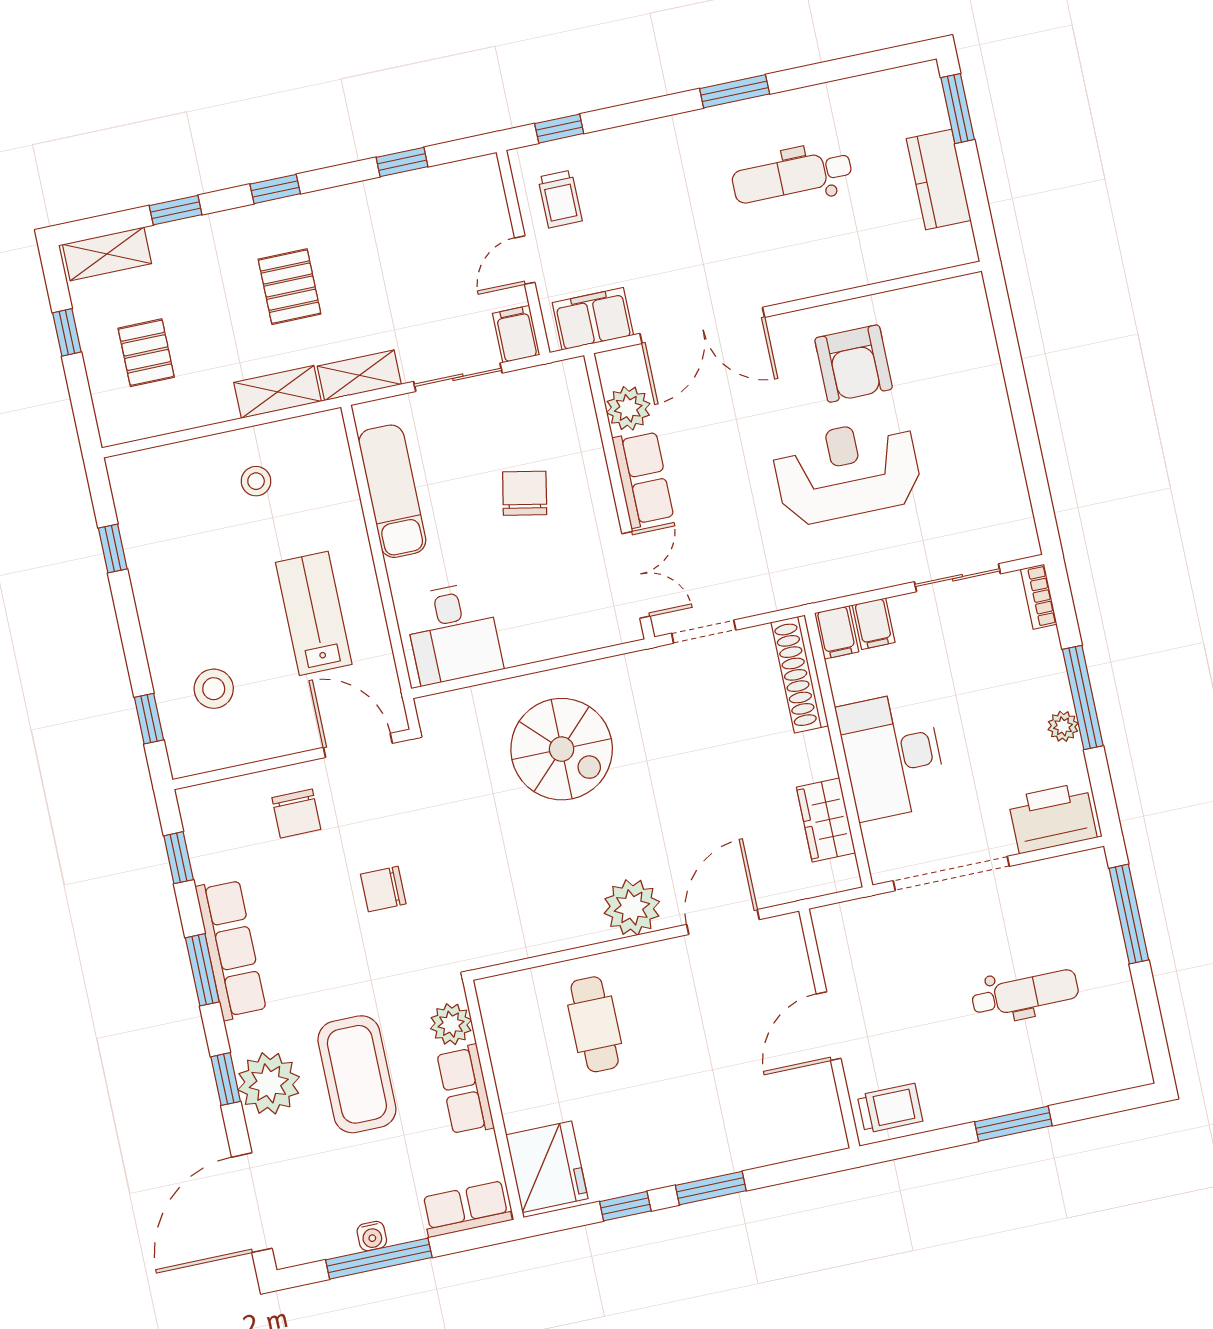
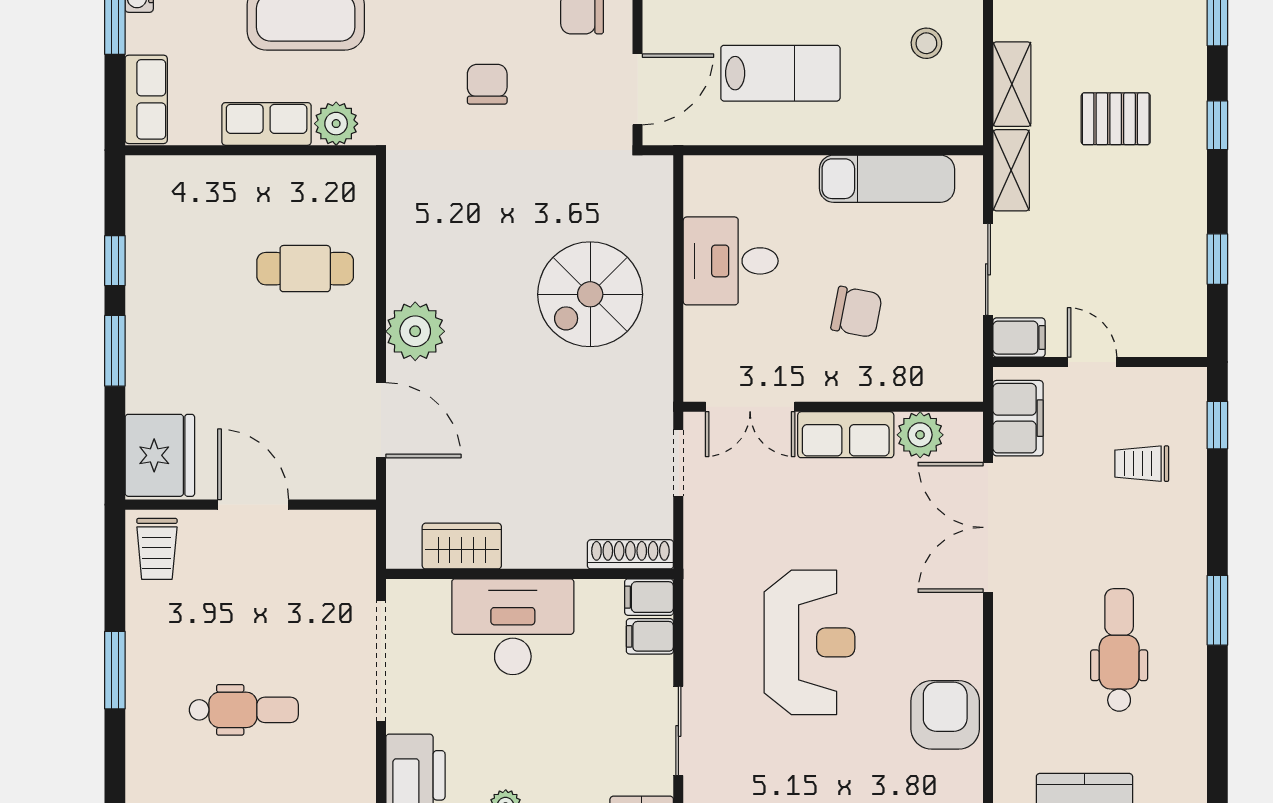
trolley: (560, 199) -> (1142, 464), moved
armchair: (854, 364) -> (945, 715), moved, turned 90
desk: (453, 633) -> (731, 261), moved
shoe rack: (800, 674) -> (630, 554), width x0.74, depth x0.81
dental chair: (1025, 994) -> (244, 710), turned -90
fridge: (547, 1167) -> (160, 455), moved, turned -90

